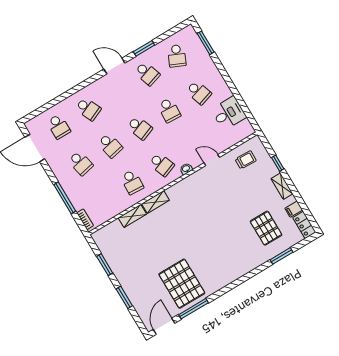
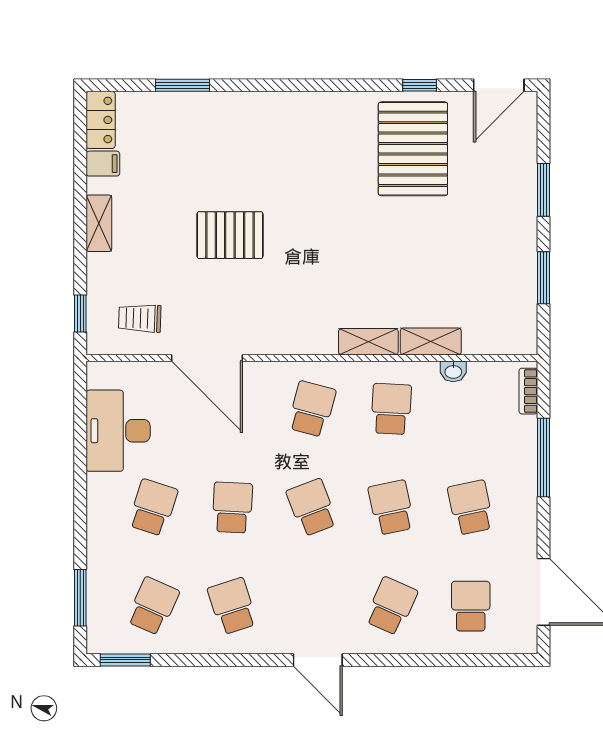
window: (144, 48) -> (125, 660), moved
door: (114, 66) -> (318, 660), moved
school desk: (199, 93) -> (153, 508), turned 36
school desk: (88, 109) -> (391, 606), turned 48
desk: (229, 113) -> (118, 431), width x1.37
door: (212, 160) -> (207, 358), width x1.87
window: (278, 163) -> (80, 313), moved
school desk: (162, 164) -> (312, 409), turned 36
washbasin: (186, 169) -> (453, 371), moved
pallet: (266, 228) -> (230, 235), moved, turned 90
window: (193, 309) -> (420, 85), width x0.46

